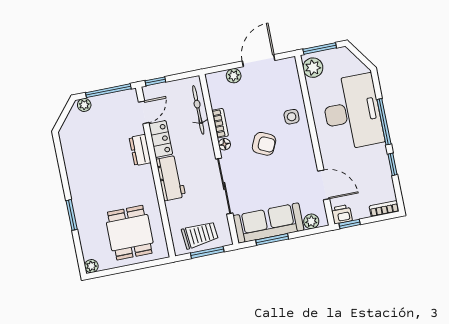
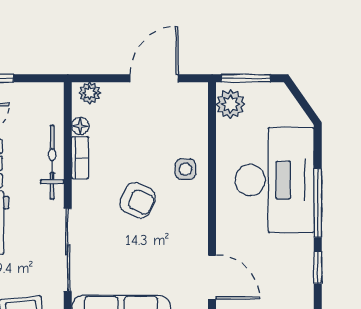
plant: (234, 76) -> (90, 93), moved
bicycle: (198, 110) -> (52, 162), moved
floor lamp: (224, 144) -> (80, 126), moved

